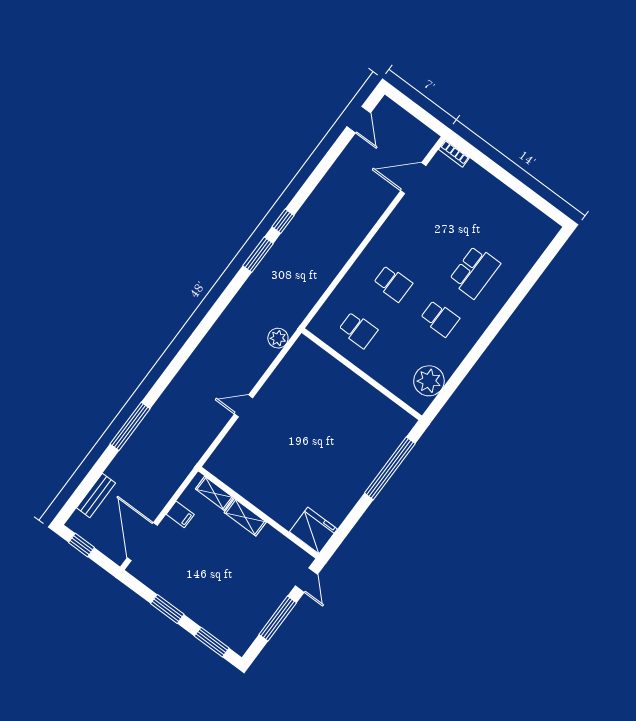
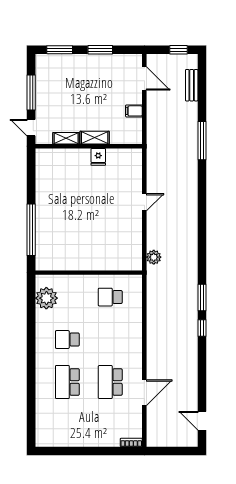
door: (413, 178) -> (144, 393), moved
school desk: (393, 283) -> (110, 382), moved, width x1.85
shelving: (214, 493) -> (66, 138), moved
fridge: (313, 530) -> (98, 157), moved, width x0.53, depth x0.75
door: (142, 542) -> (144, 78), width x0.73

